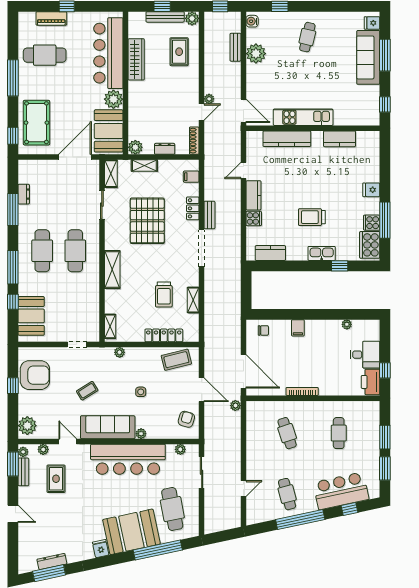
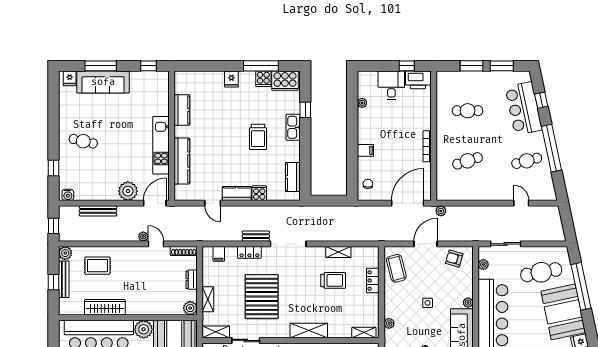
bench: (235, 47) -> (98, 211), width x1.36
plant: (256, 54) -> (128, 191), moved
pallet: (147, 221) -> (262, 297), turned 90
locker: (164, 335) -> (373, 281), width x0.66

